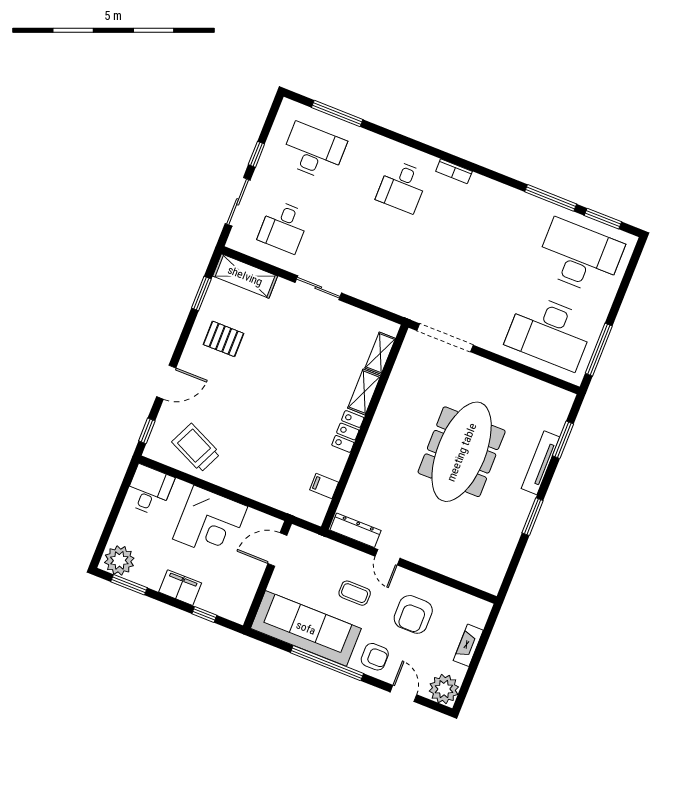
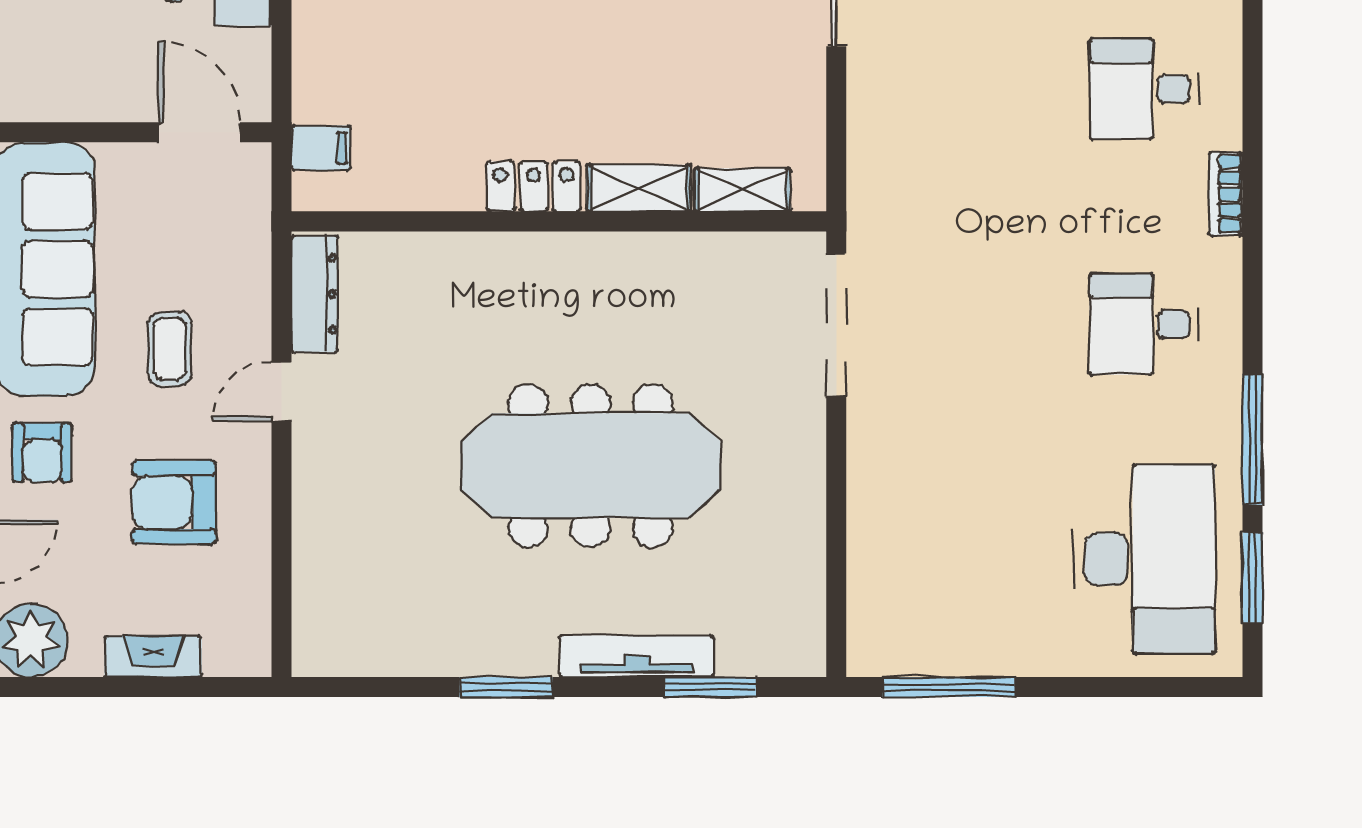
desk: (550, 332) -> (1144, 324), moved, width x0.53, depth x0.77
filing cabinet: (324, 486) -> (321, 148), moved, turned 90

